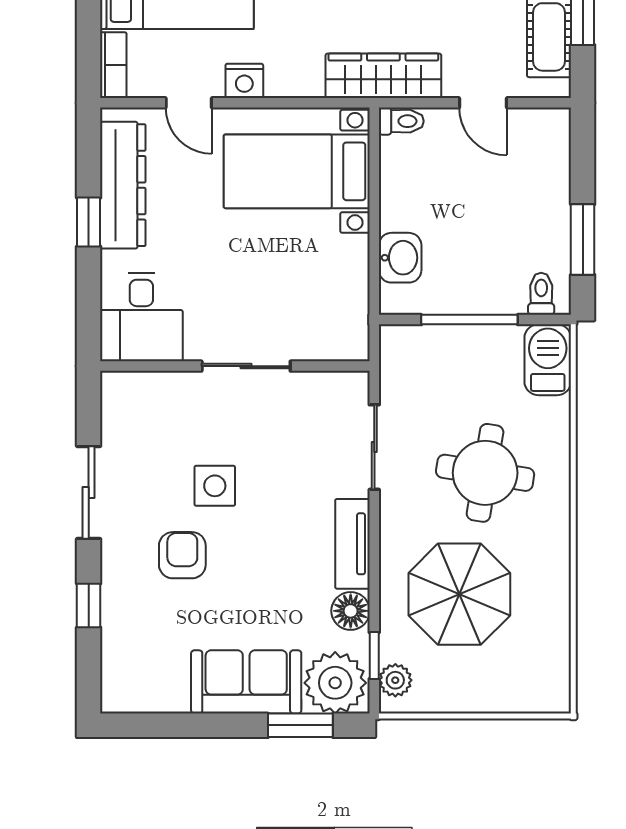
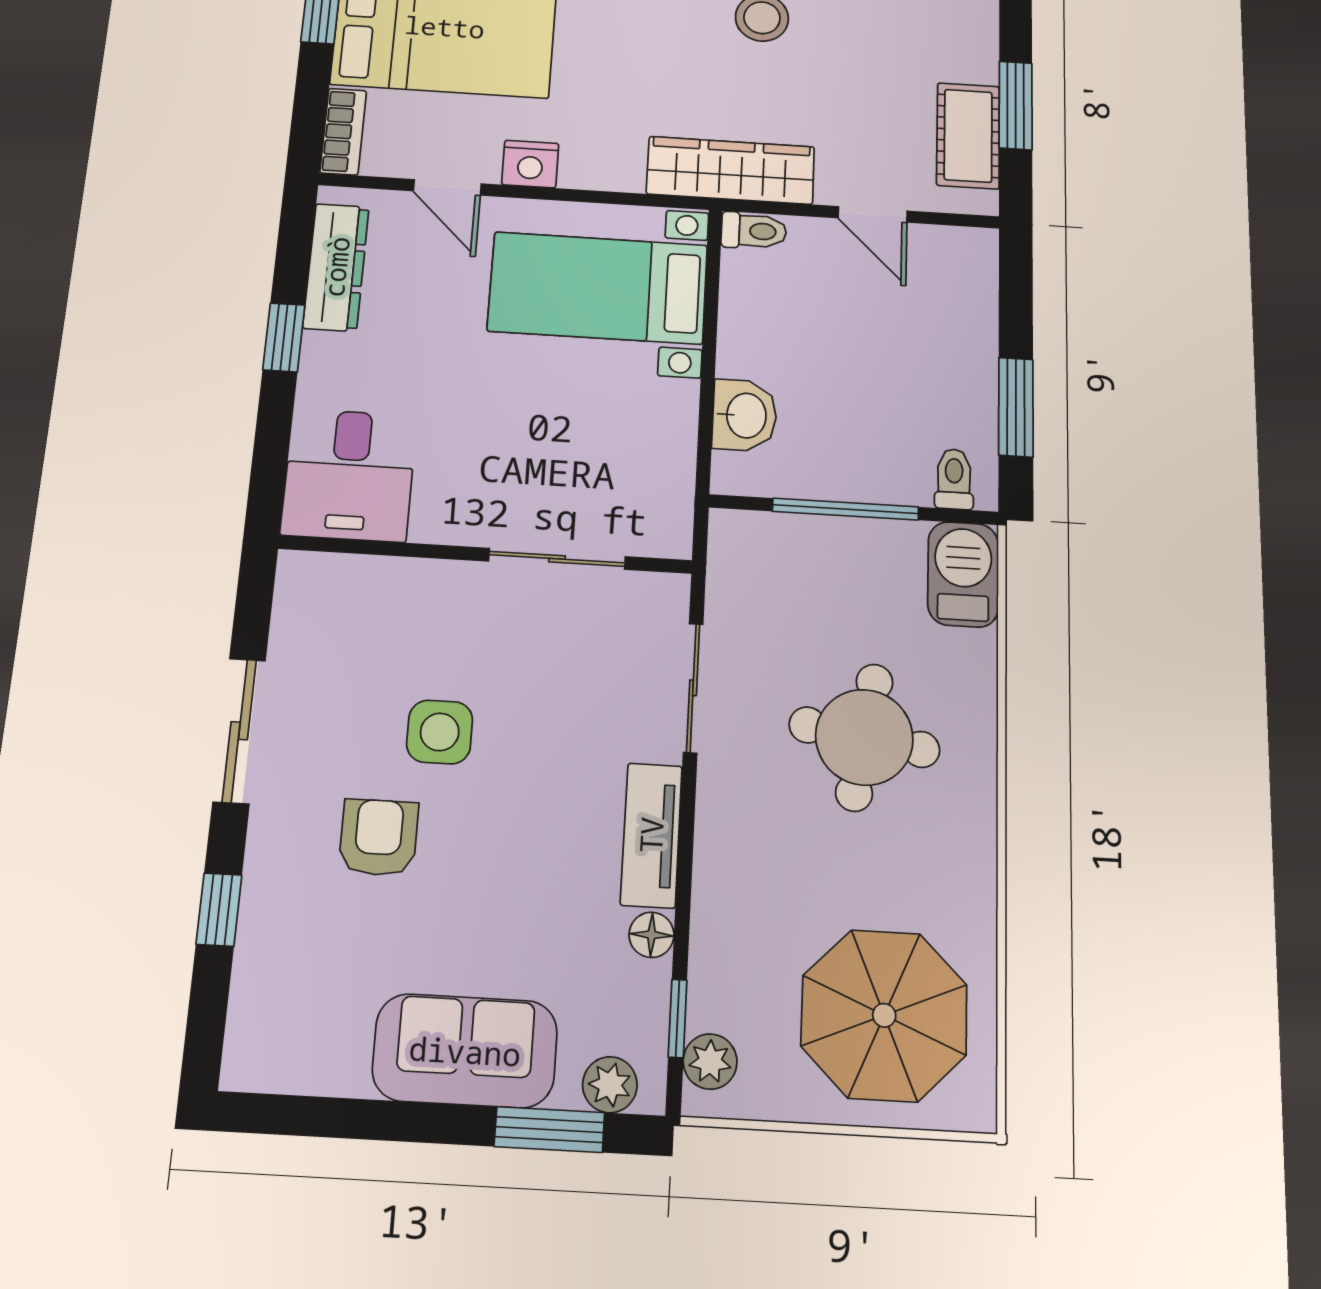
dresser: (123, 185) -> (336, 267), width x0.73, depth x0.80
sliding door: (246, 366) -> (557, 559), moved
parasol: (459, 594) -> (884, 1015), moved
floor lamp: (351, 611) -> (652, 935), width x0.73, depth x0.73
plant: (335, 683) -> (610, 1085), width x0.53, depth x0.53

